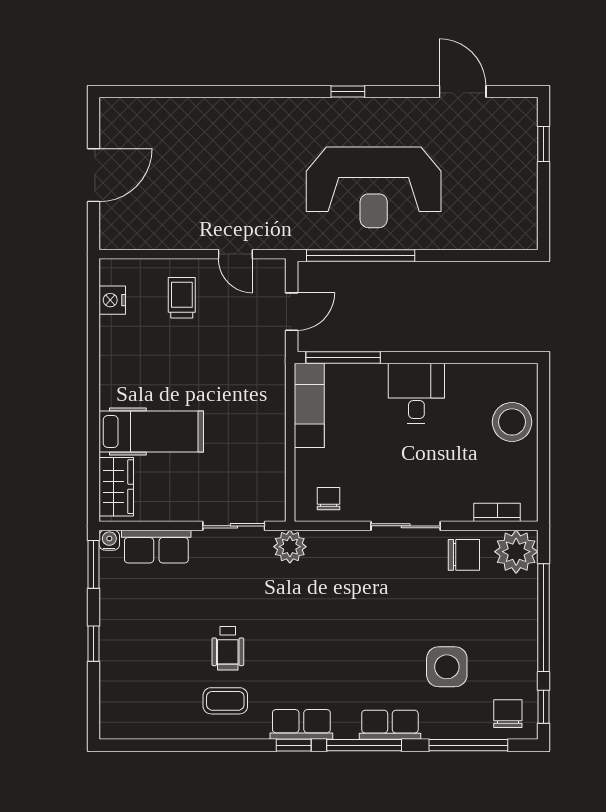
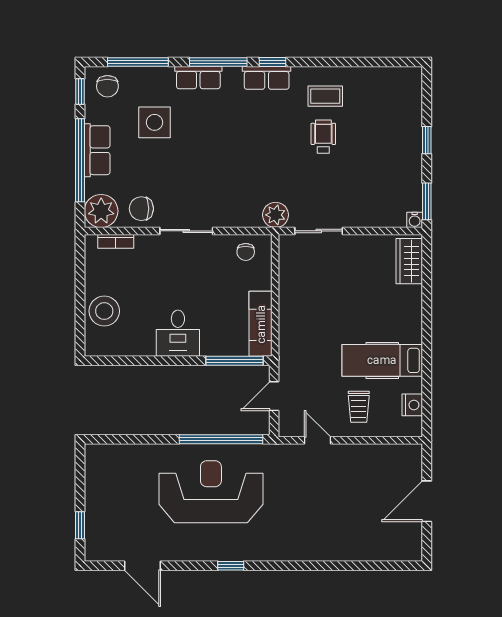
hospital bed: (151, 431) -> (382, 360), moved
row of seats: (156, 547) -> (97, 150), moved, turned 90

